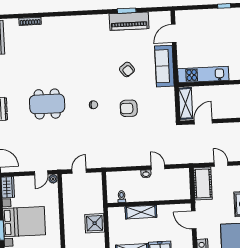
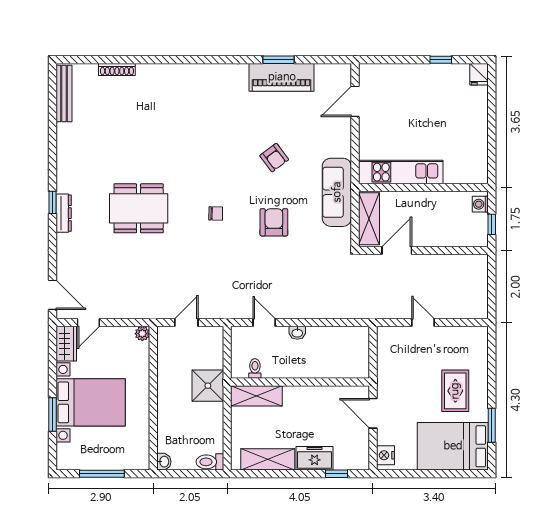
sofa: (164, 66) -> (337, 192), moved
armchair: (129, 108) -> (274, 222), turned 90
door: (158, 167) -> (264, 323), moved
door: (41, 173) -> (88, 323), moved
cot: (203, 183) -> (391, 353), removed
shelving: (141, 212) -> (256, 396), moved
shower: (95, 223) -> (208, 386), moved

